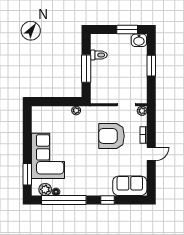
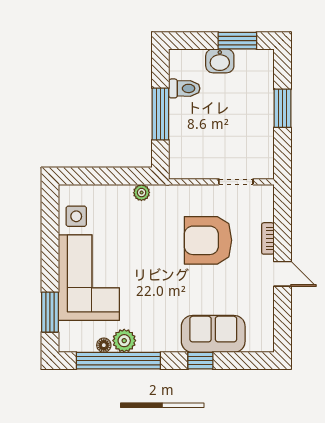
washbasin: (139, 40) -> (220, 61), moved
plant: (142, 111) -> (265, 193), removed
side table: (41, 123) -> (76, 216), added
door: (151, 154) -> (282, 274), hinge flipped
sofa: (130, 186) -> (213, 334), moved
plant: (45, 189) -> (124, 341), moved

